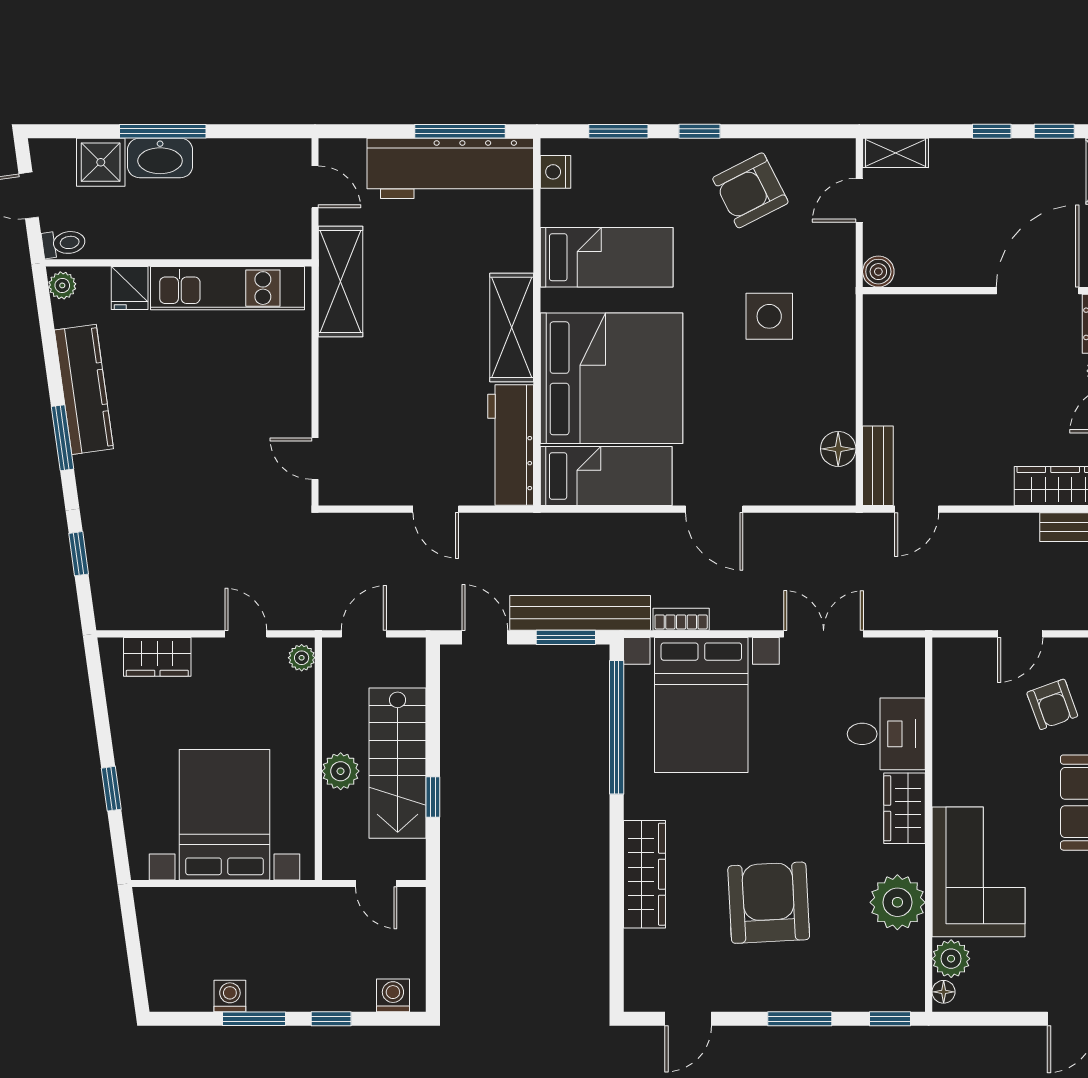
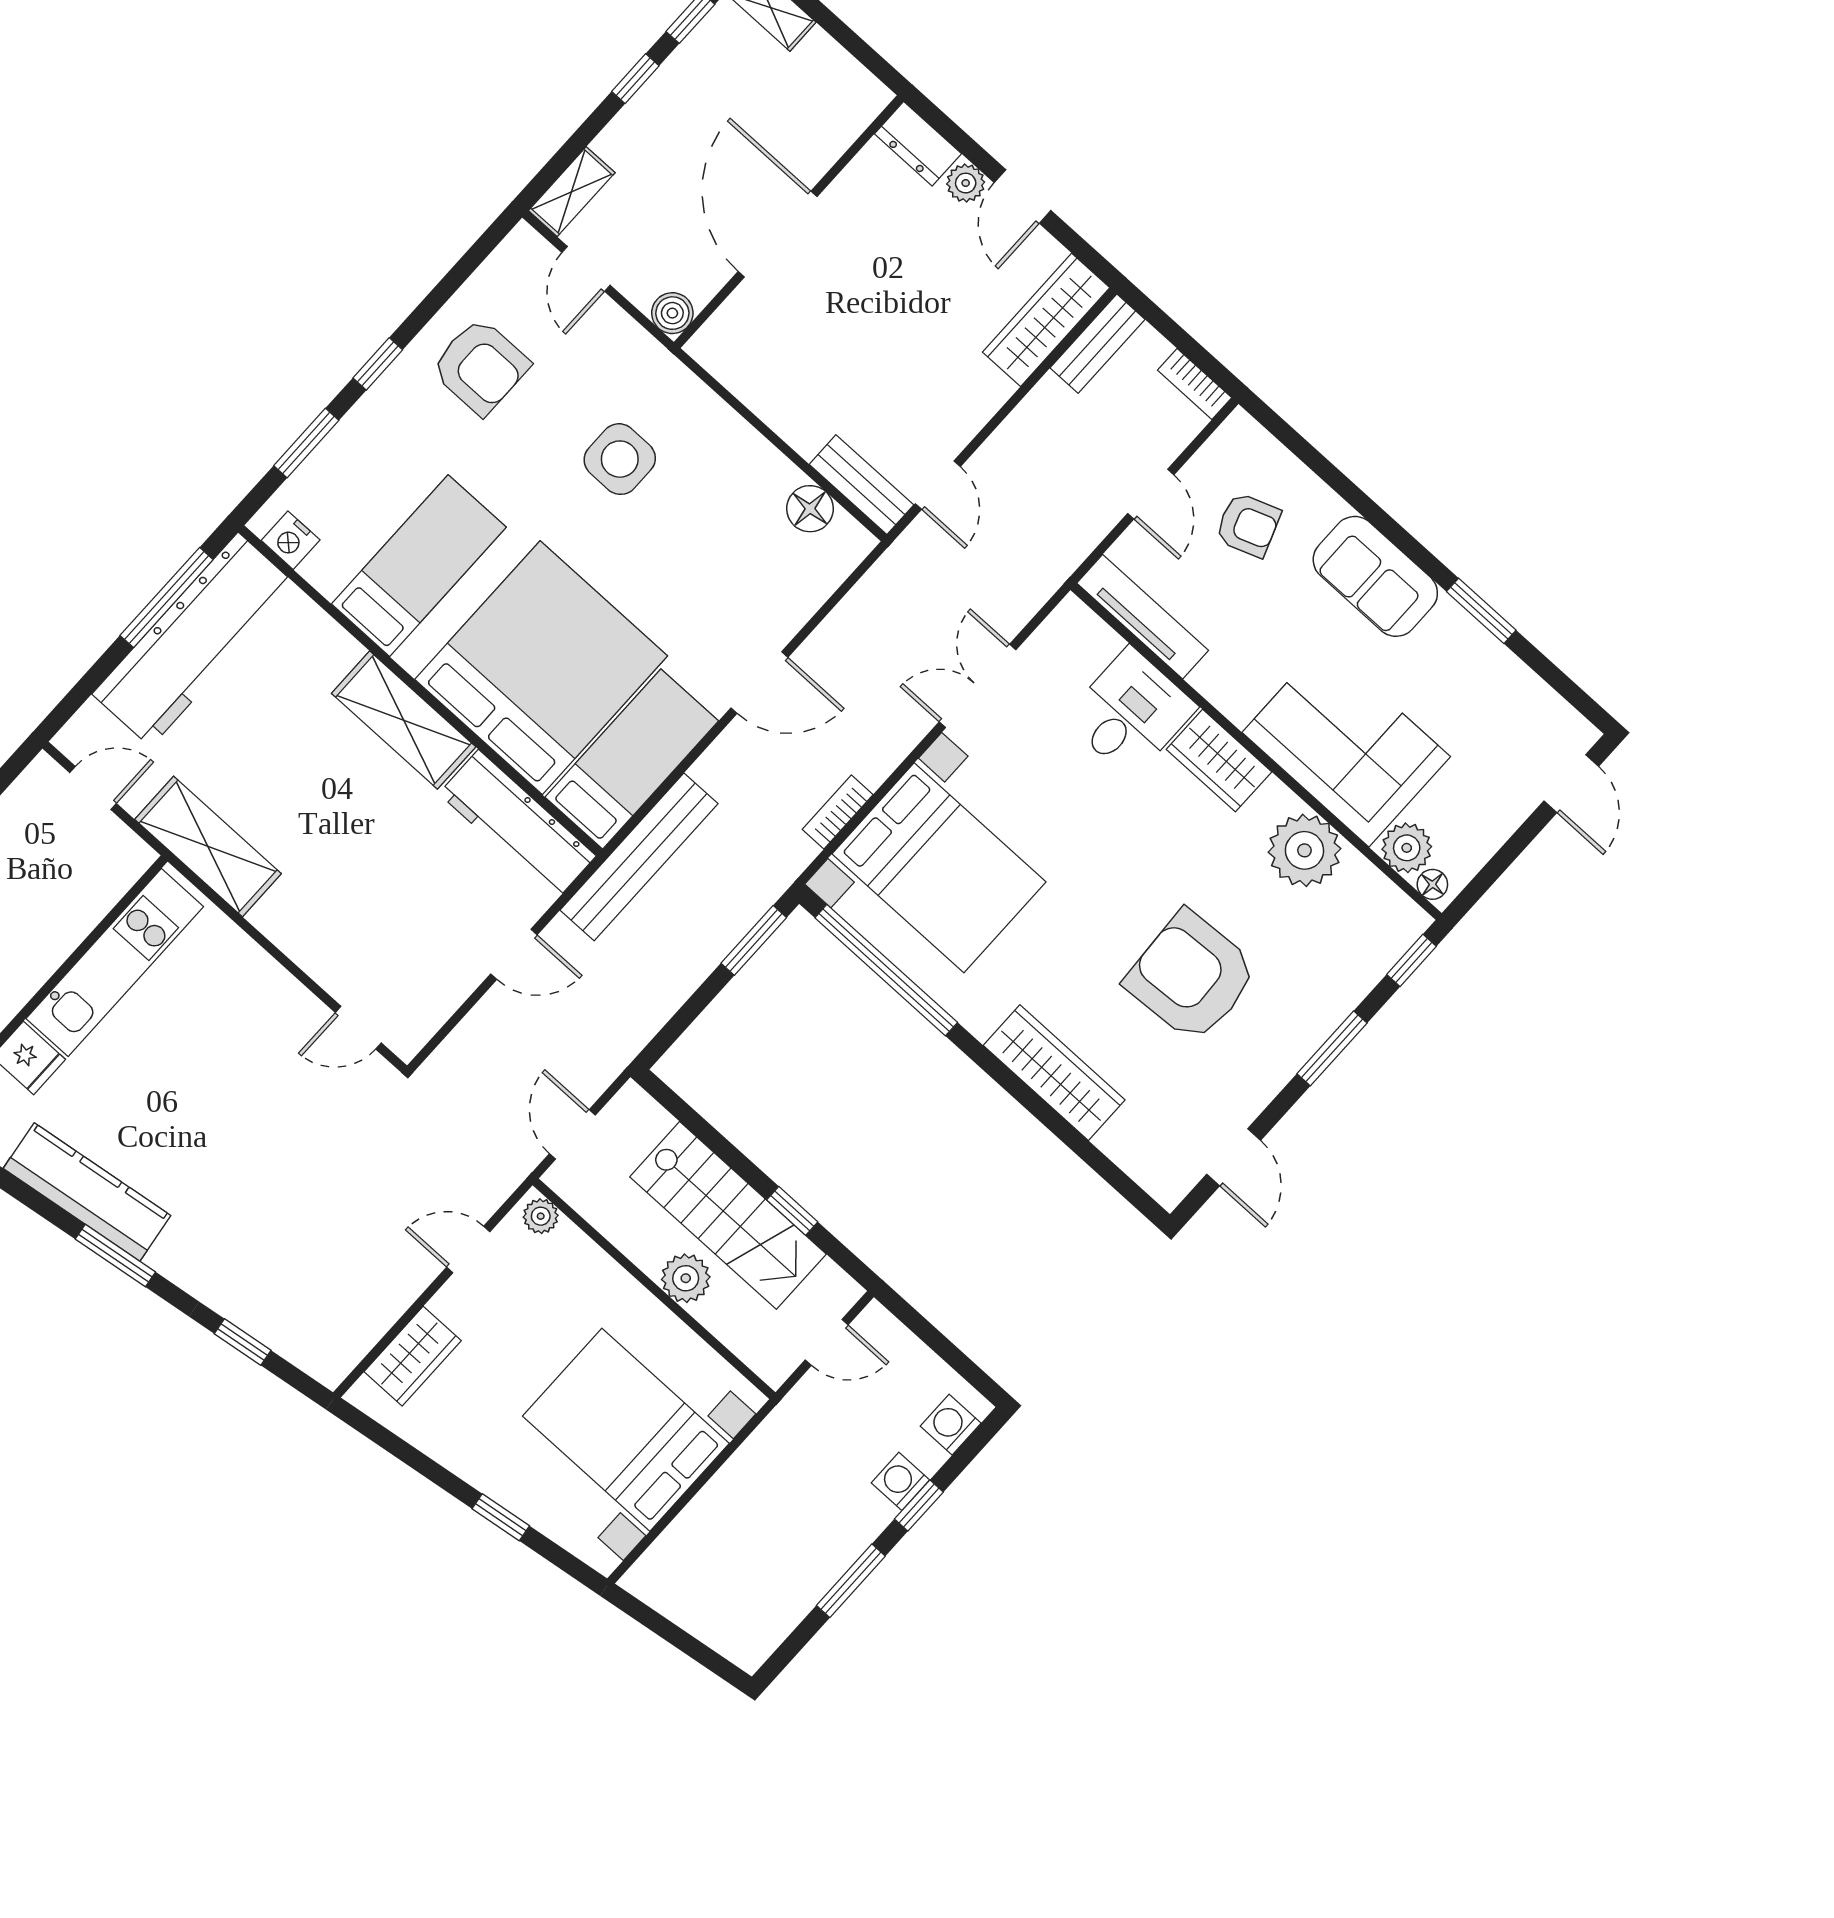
armchair: (750, 190) -> (480, 366), turned -63
door: (1038, 291) -> (778, 234), moved
bench: (580, 613) -> (639, 857), moved
door: (485, 637) -> (682, 1019), removed
tv unit: (947, 692) -> (1143, 617), added
washing machine: (230, 996) -> (900, 1481), moved

